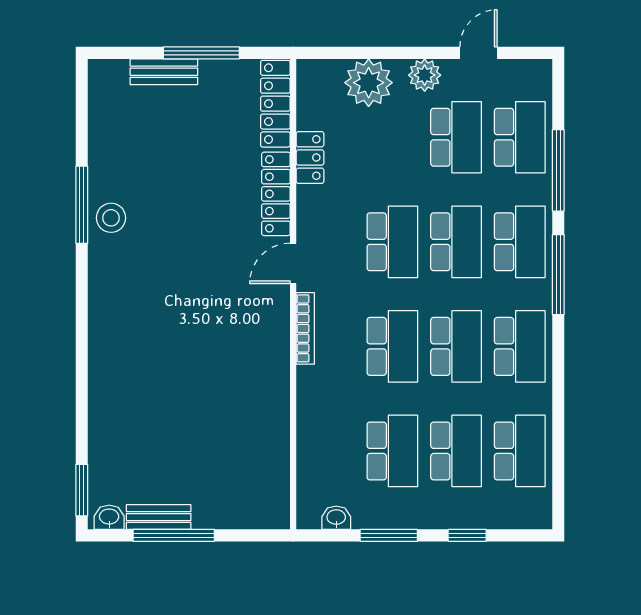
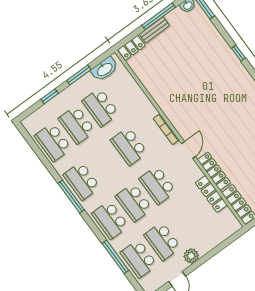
plant: (369, 83) -> (210, 238), removed
locker: (310, 158) -> (211, 194), width x1.53
window: (558, 275) -> (71, 197), moved
school desk: (456, 346) -> (105, 164), removed
window: (82, 369) -> (238, 53), added
locker: (262, 515) -> (132, 48), added
bench: (159, 517) -> (154, 30), moved
washbasin: (336, 518) -> (105, 69), width x1.91, depth x1.45

